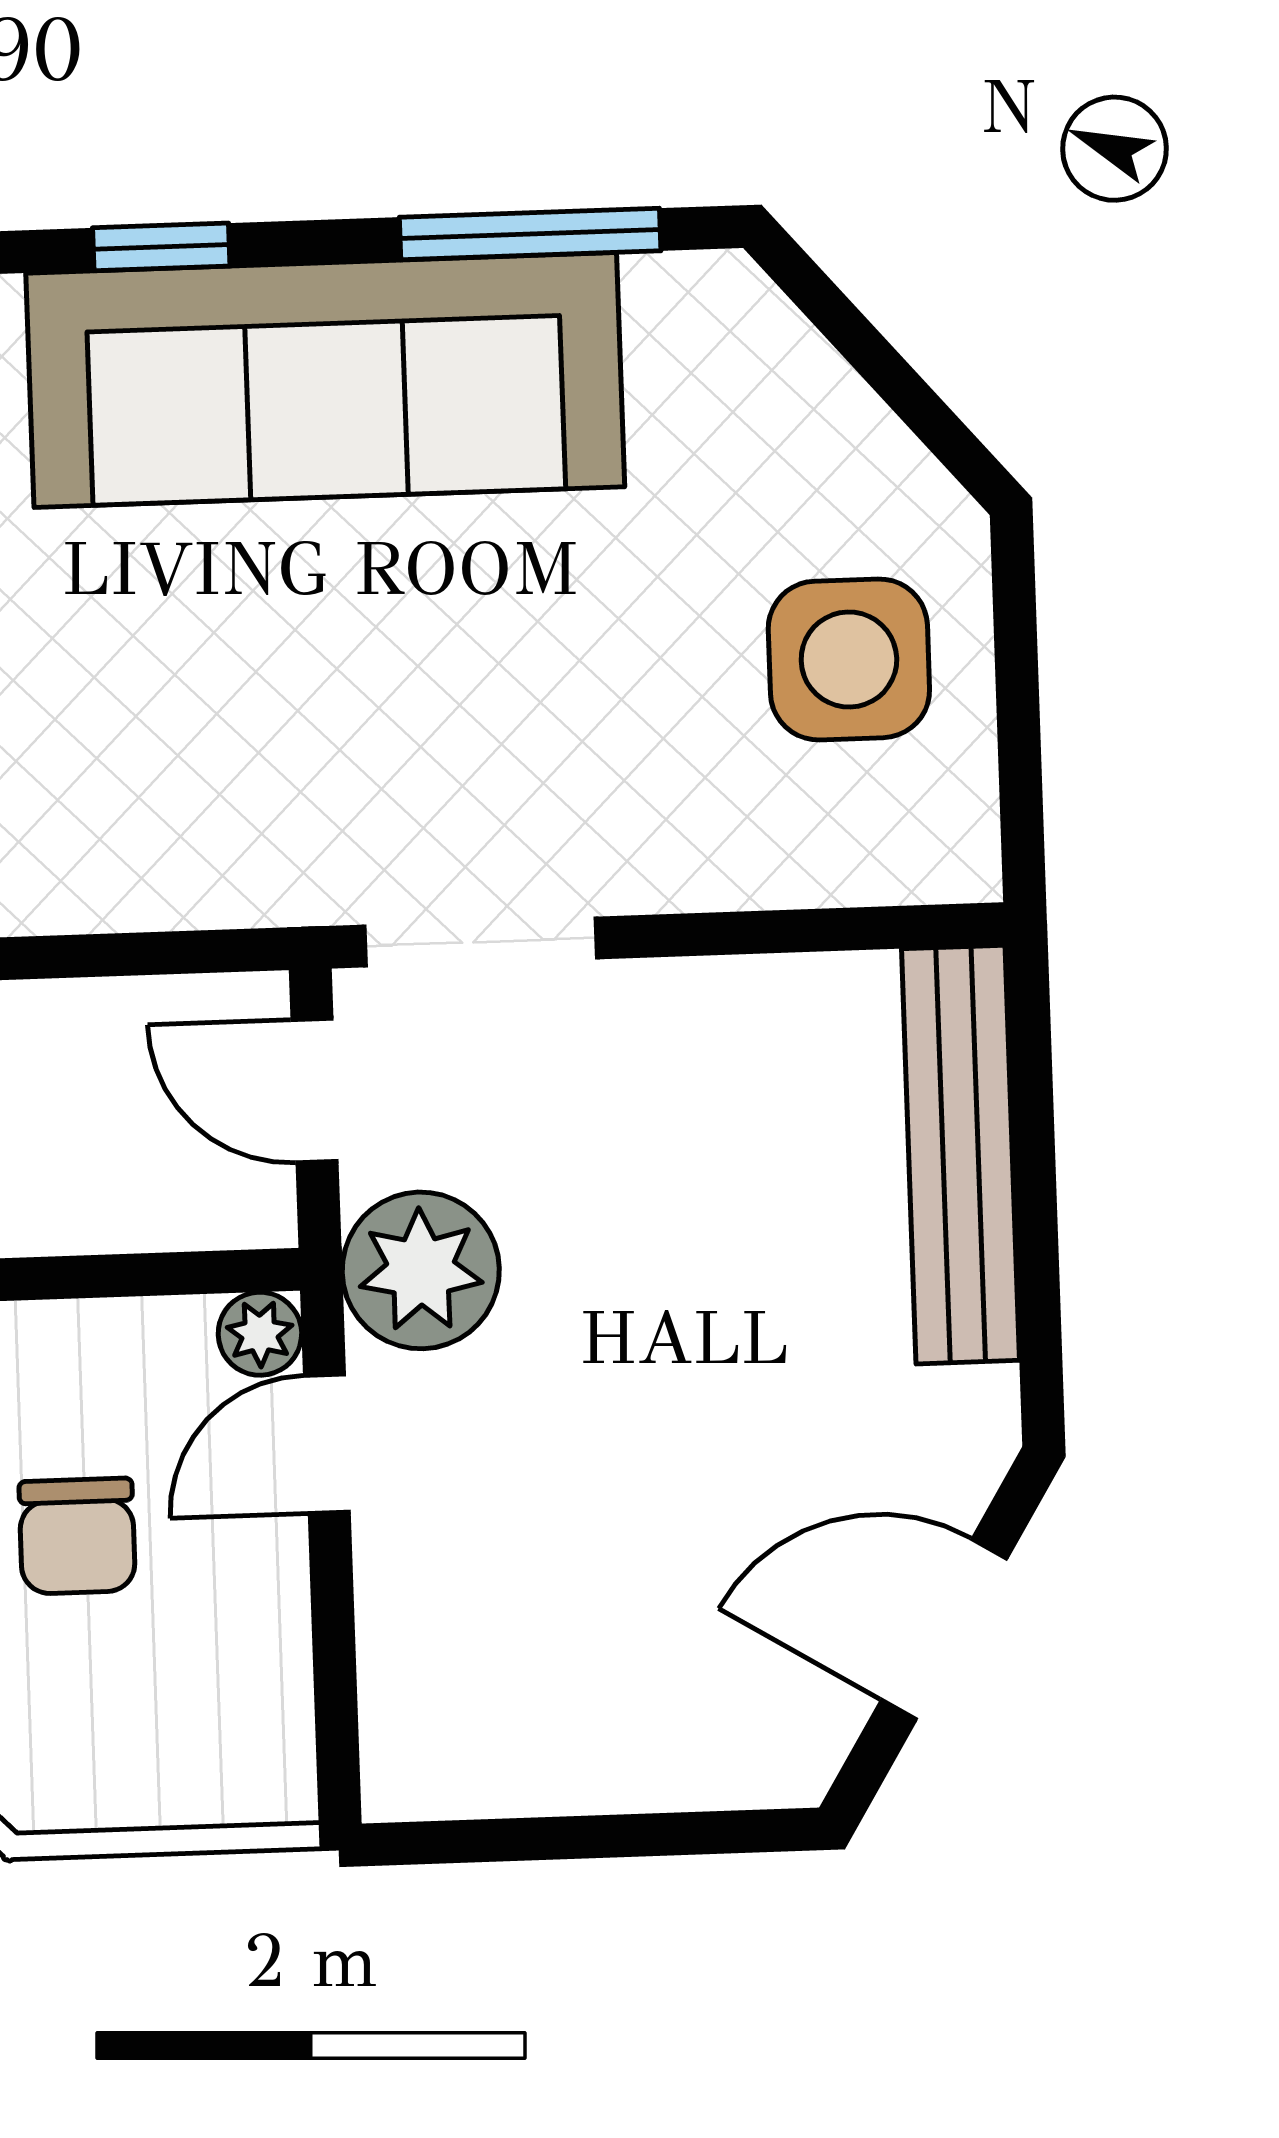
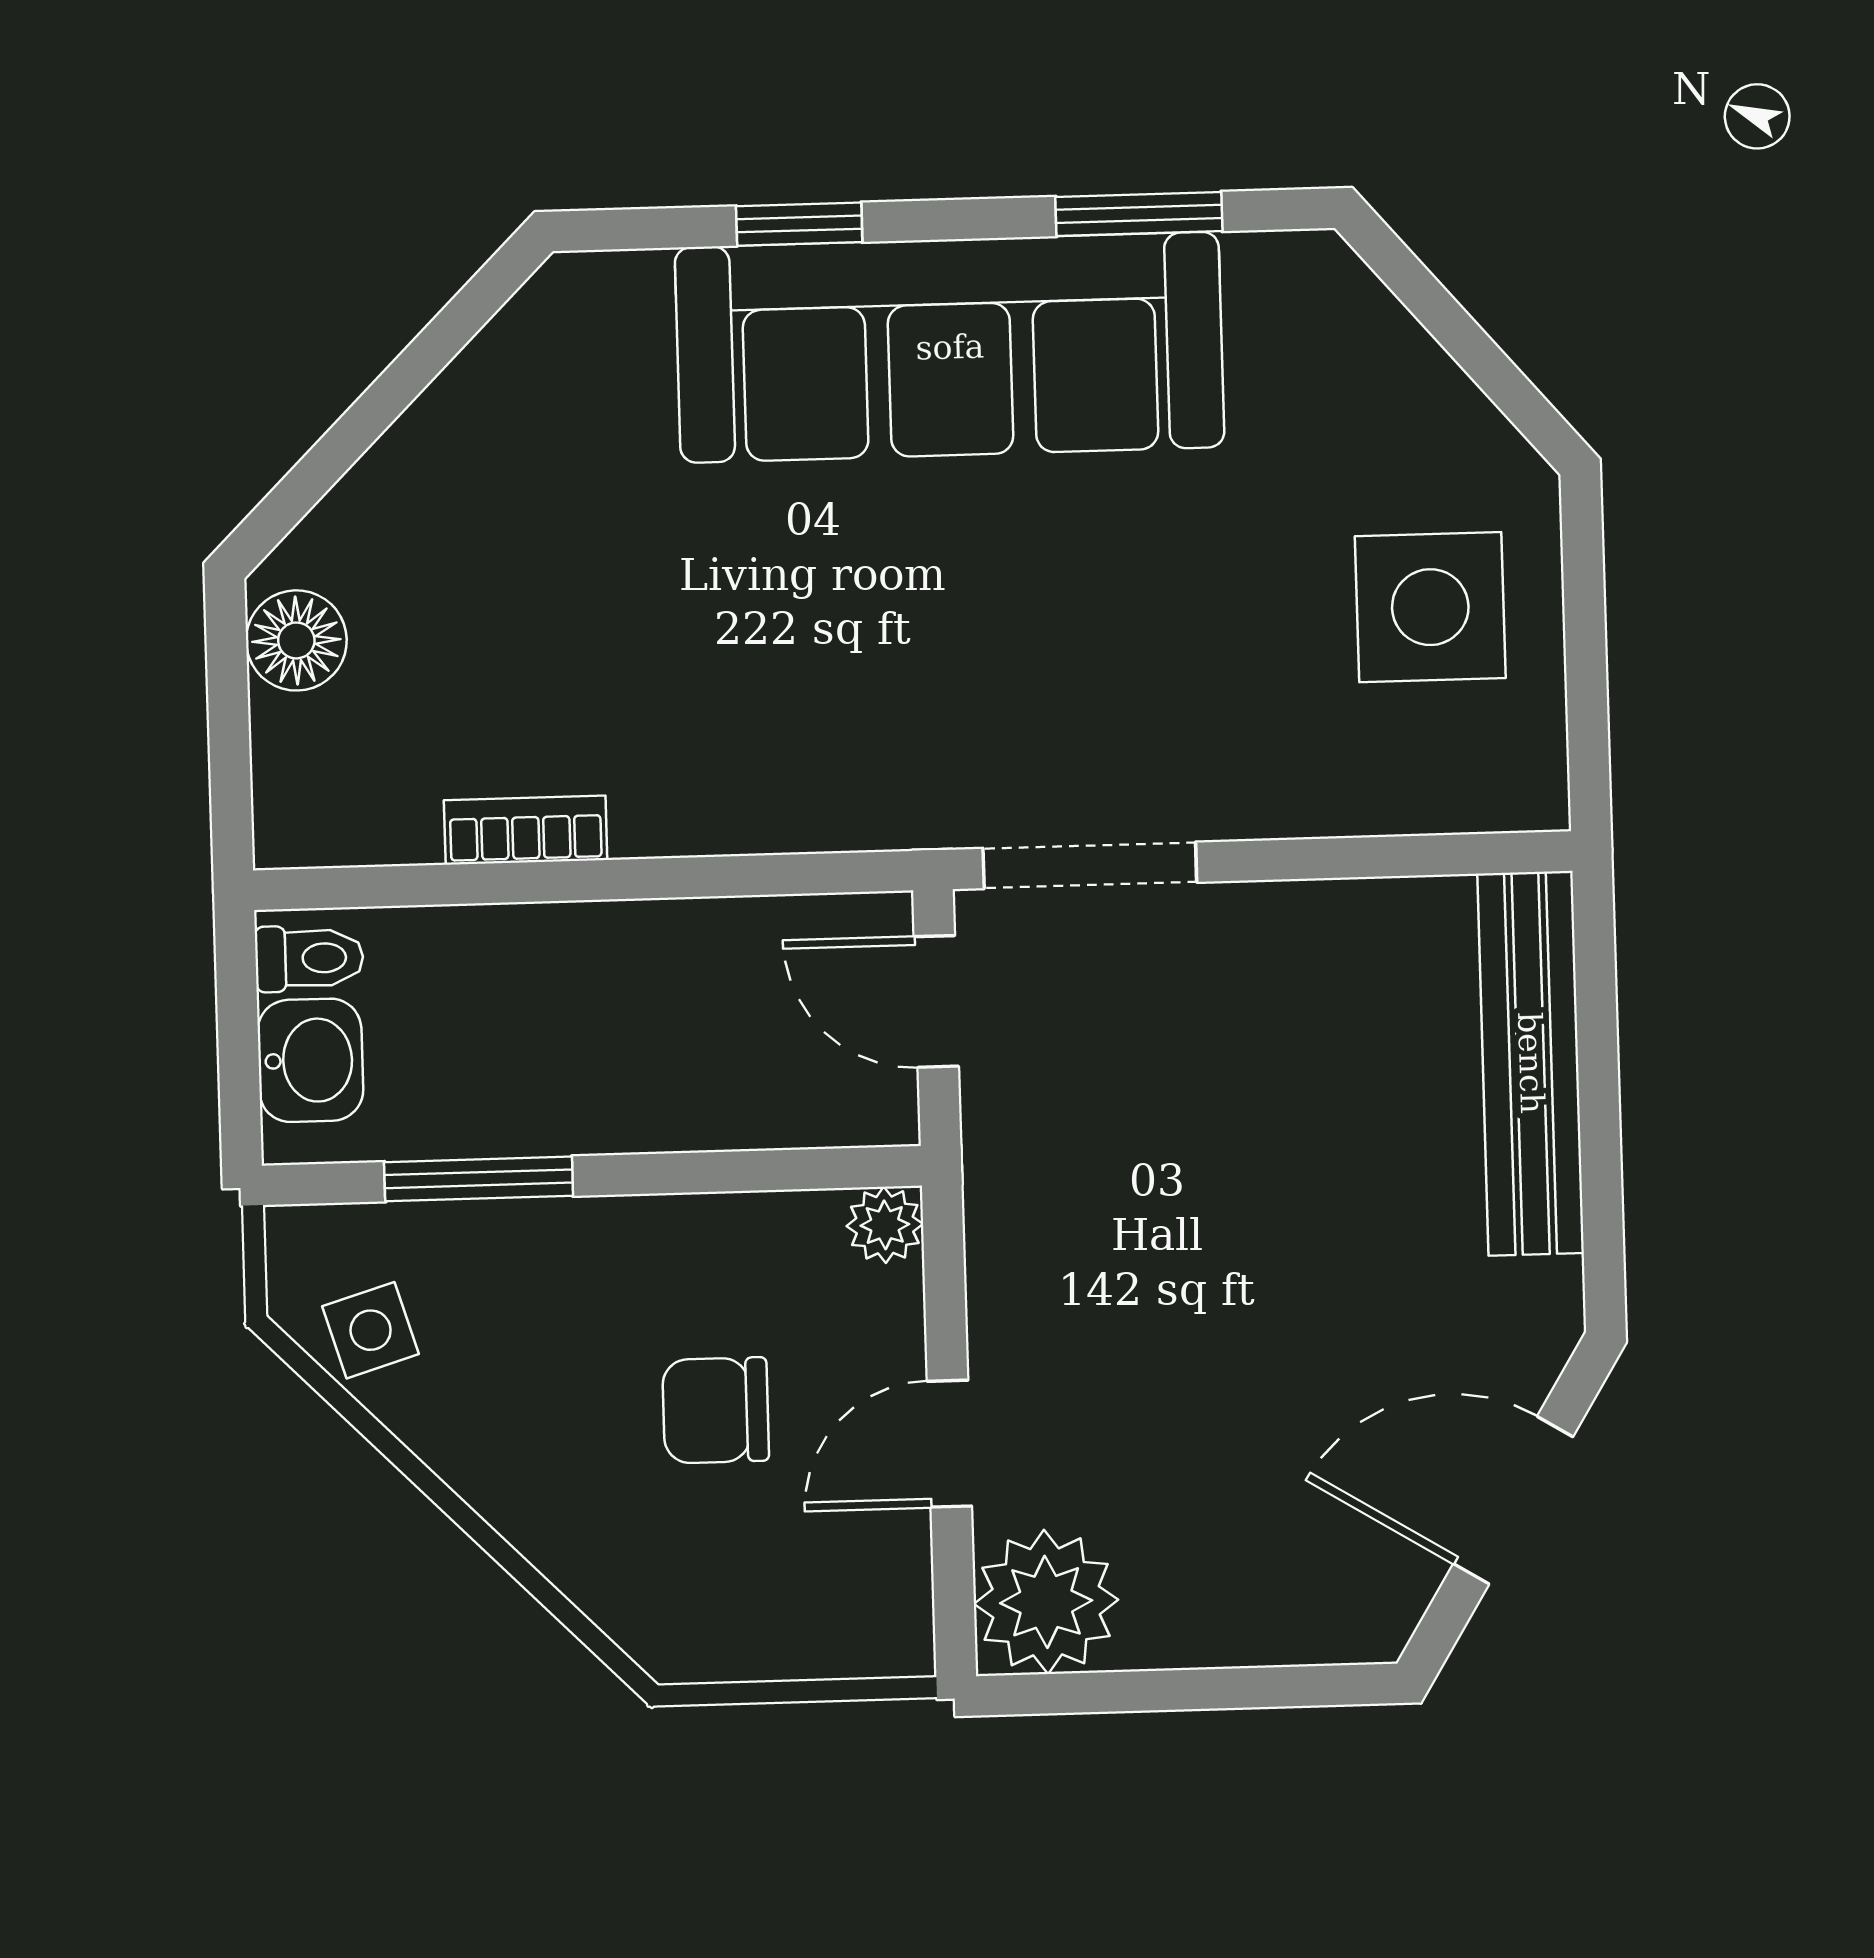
window: (530, 234) -> (1139, 214), width x0.69
plant: (421, 1270) -> (1046, 1602), moved
door: (327, 1444) -> (949, 1444), moved
chair: (77, 1536) -> (716, 1410), turned 90

